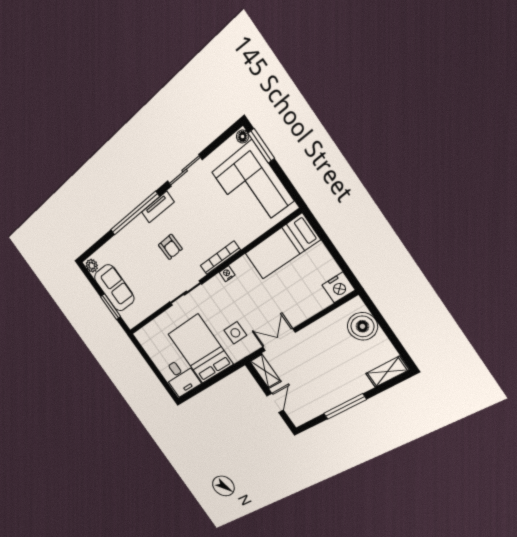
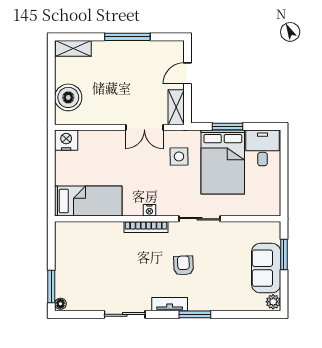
corner sofa: (252, 186) -> (79, 263), removed
window: (135, 213) -> (195, 314), width x0.47
window: (216, 378) -> (227, 127), added

